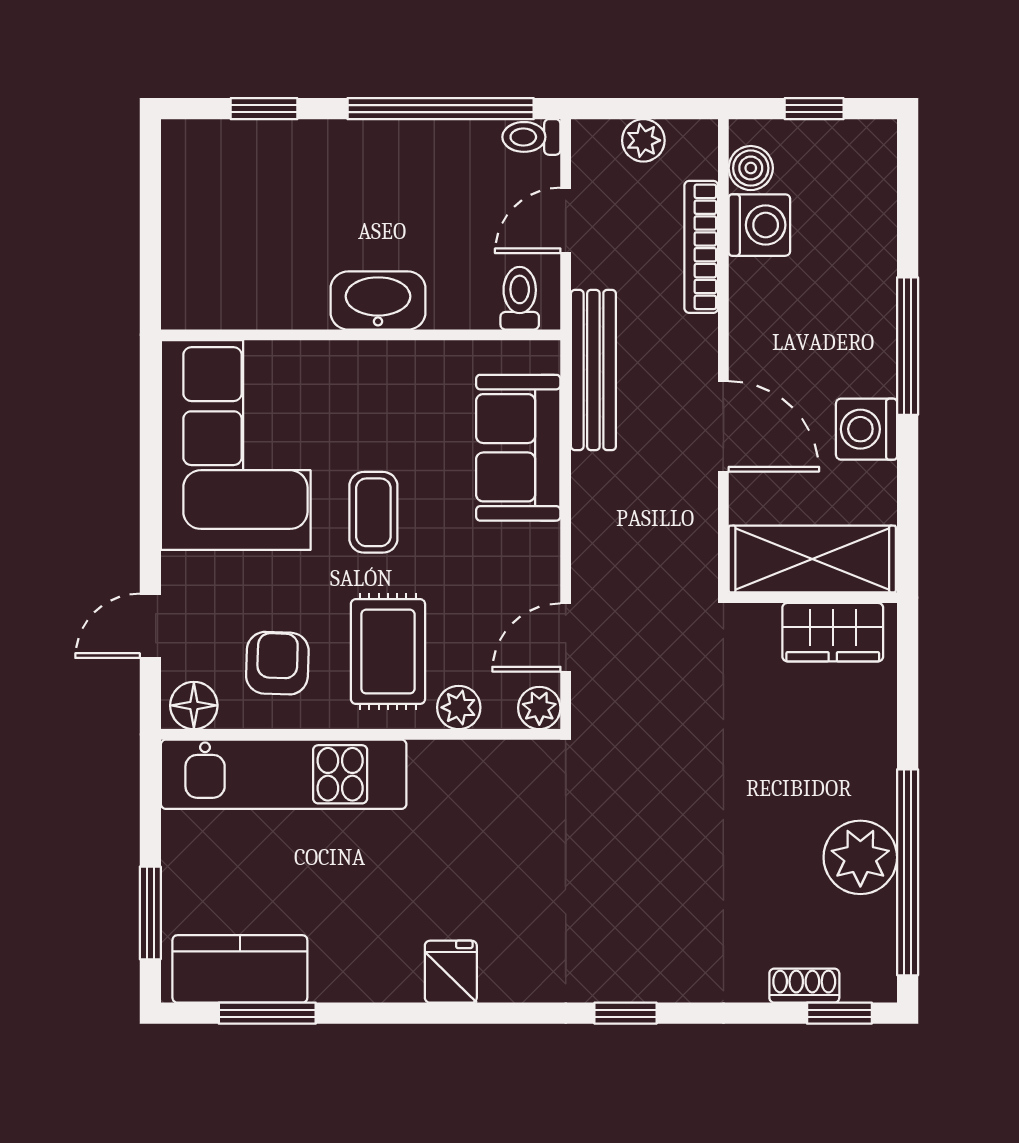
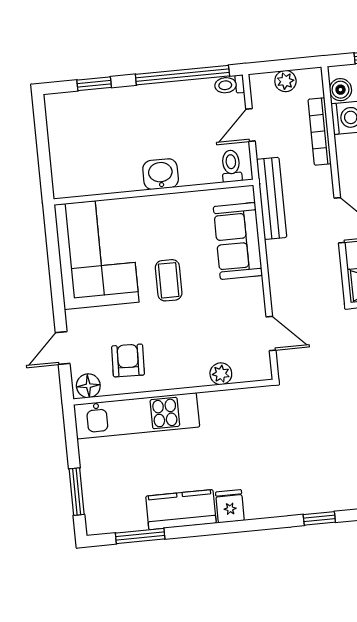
washbasin: (378, 300) -> (161, 174), width x0.72
door: (566, 637) -> (271, 333), swing flipped
rug: (388, 652) -> (183, 349), removed
plant: (539, 708) -> (261, 370), removed
kitchen counter: (240, 969) -> (181, 510), moved

